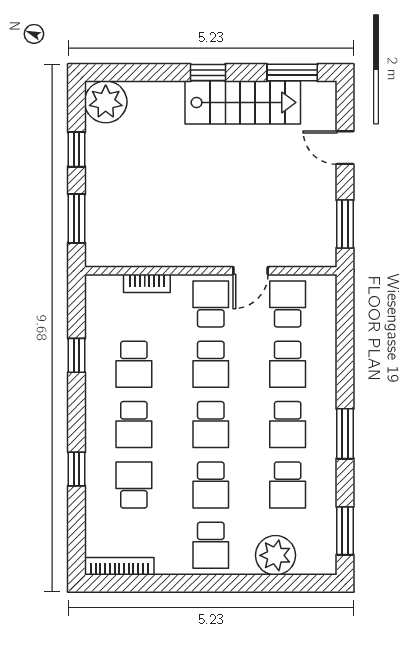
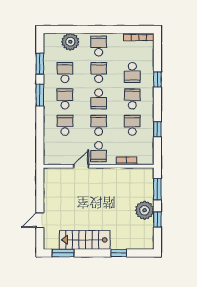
window: (208, 73) -> (119, 253), moved
plant: (106, 102) -> (145, 210), moved
door: (345, 148) -> (40, 220), swing flipped
window: (345, 224) -> (40, 187), removed
school desk: (288, 304) -> (65, 152), removed
school desk: (211, 425) -> (99, 99), turned 180
window: (345, 531) -> (40, 64), moved

